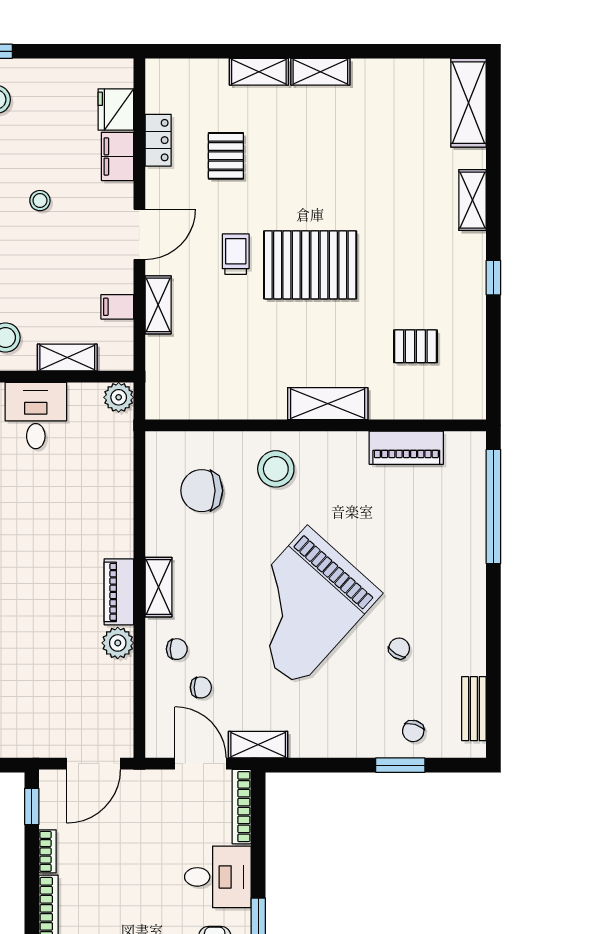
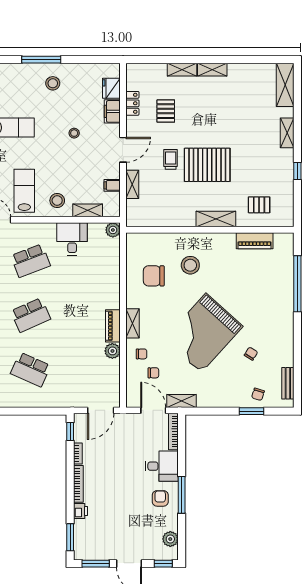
shelving: (328, 404) -> (216, 219), moved
wall: (316, 425) -> (210, 230), moved
piano: (406, 448) -> (255, 241), moved

